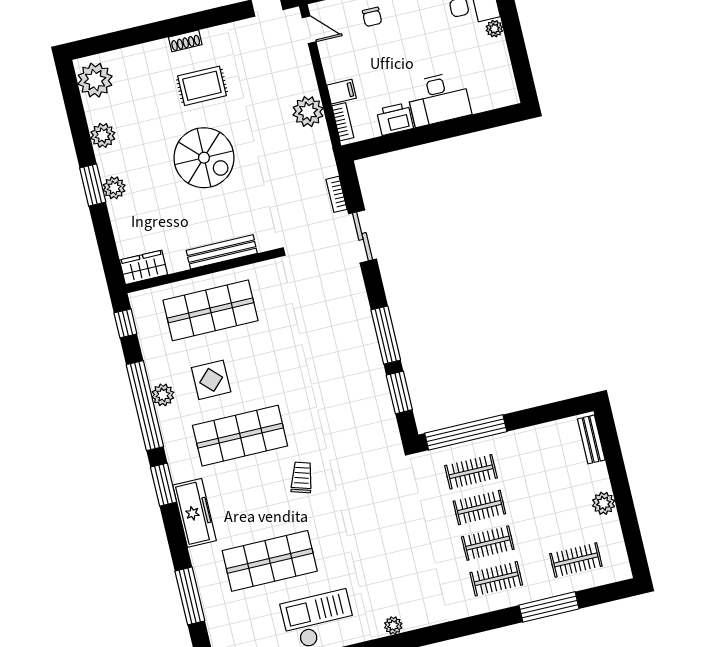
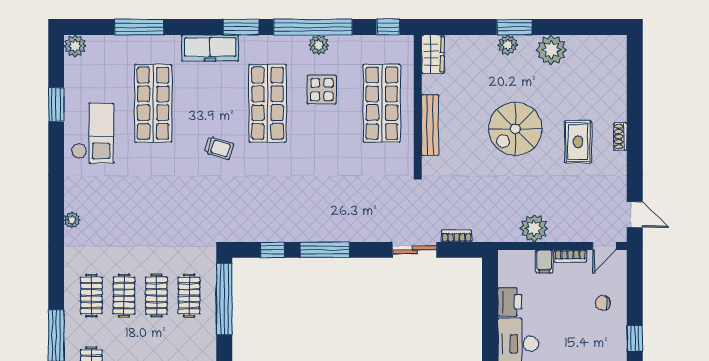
plant: (95, 80) -> (605, 50), removed
bookcase: (343, 122) -> (570, 256), moved
plant: (103, 135) -> (551, 50), width x1.36, depth x1.36
window: (399, 392) -> (272, 250), width x0.67
plant: (393, 625) -> (72, 220), moved

